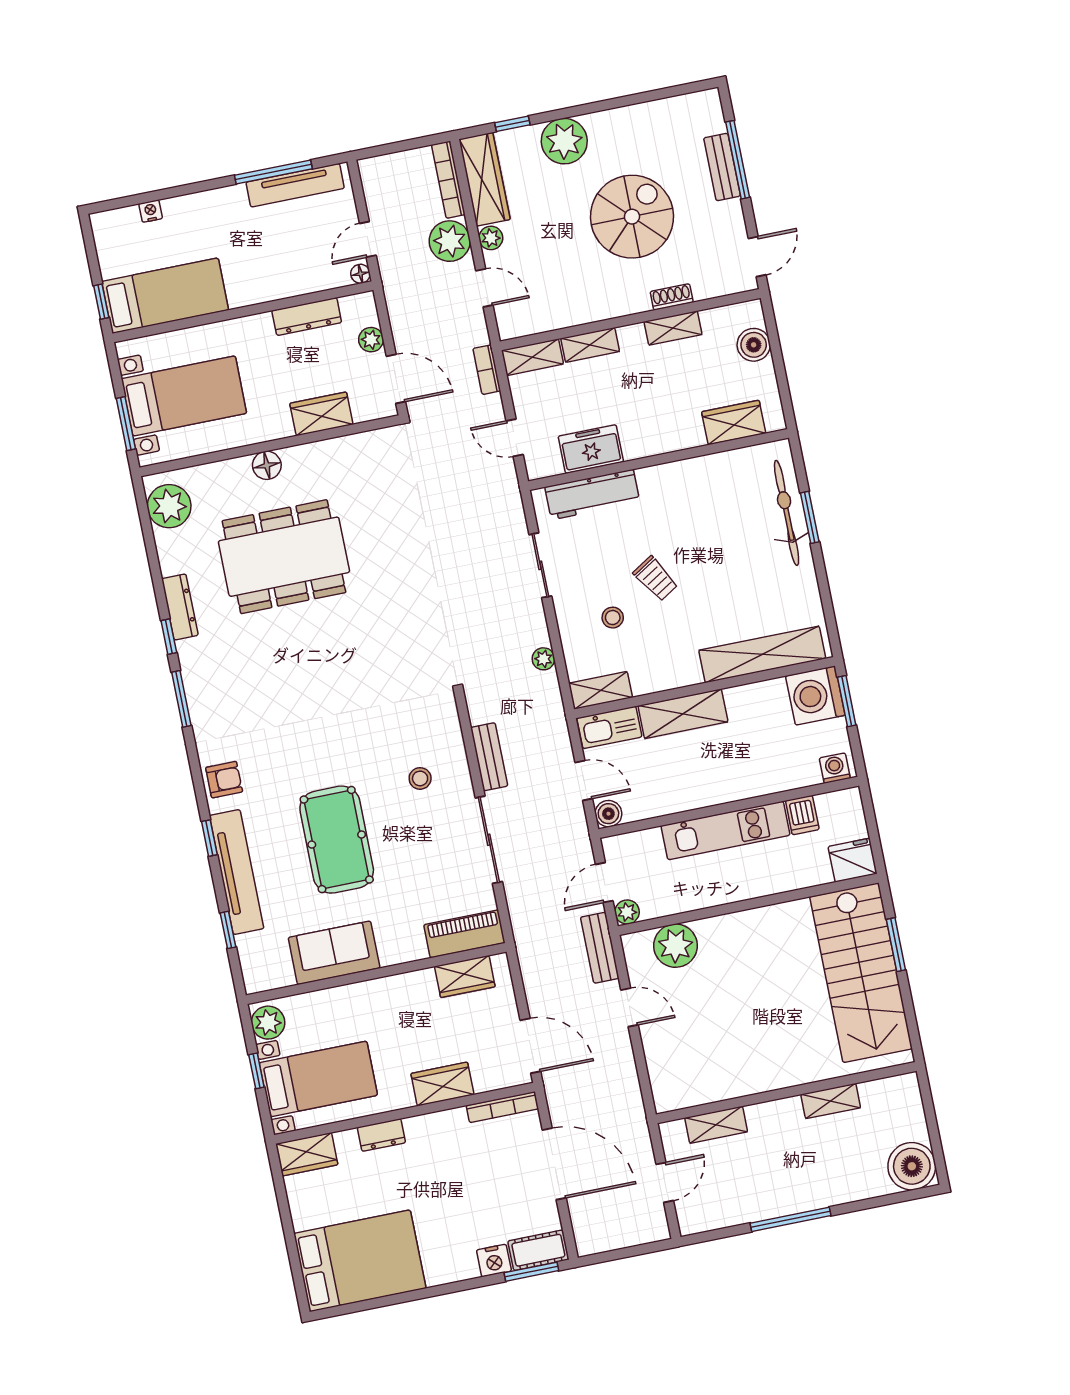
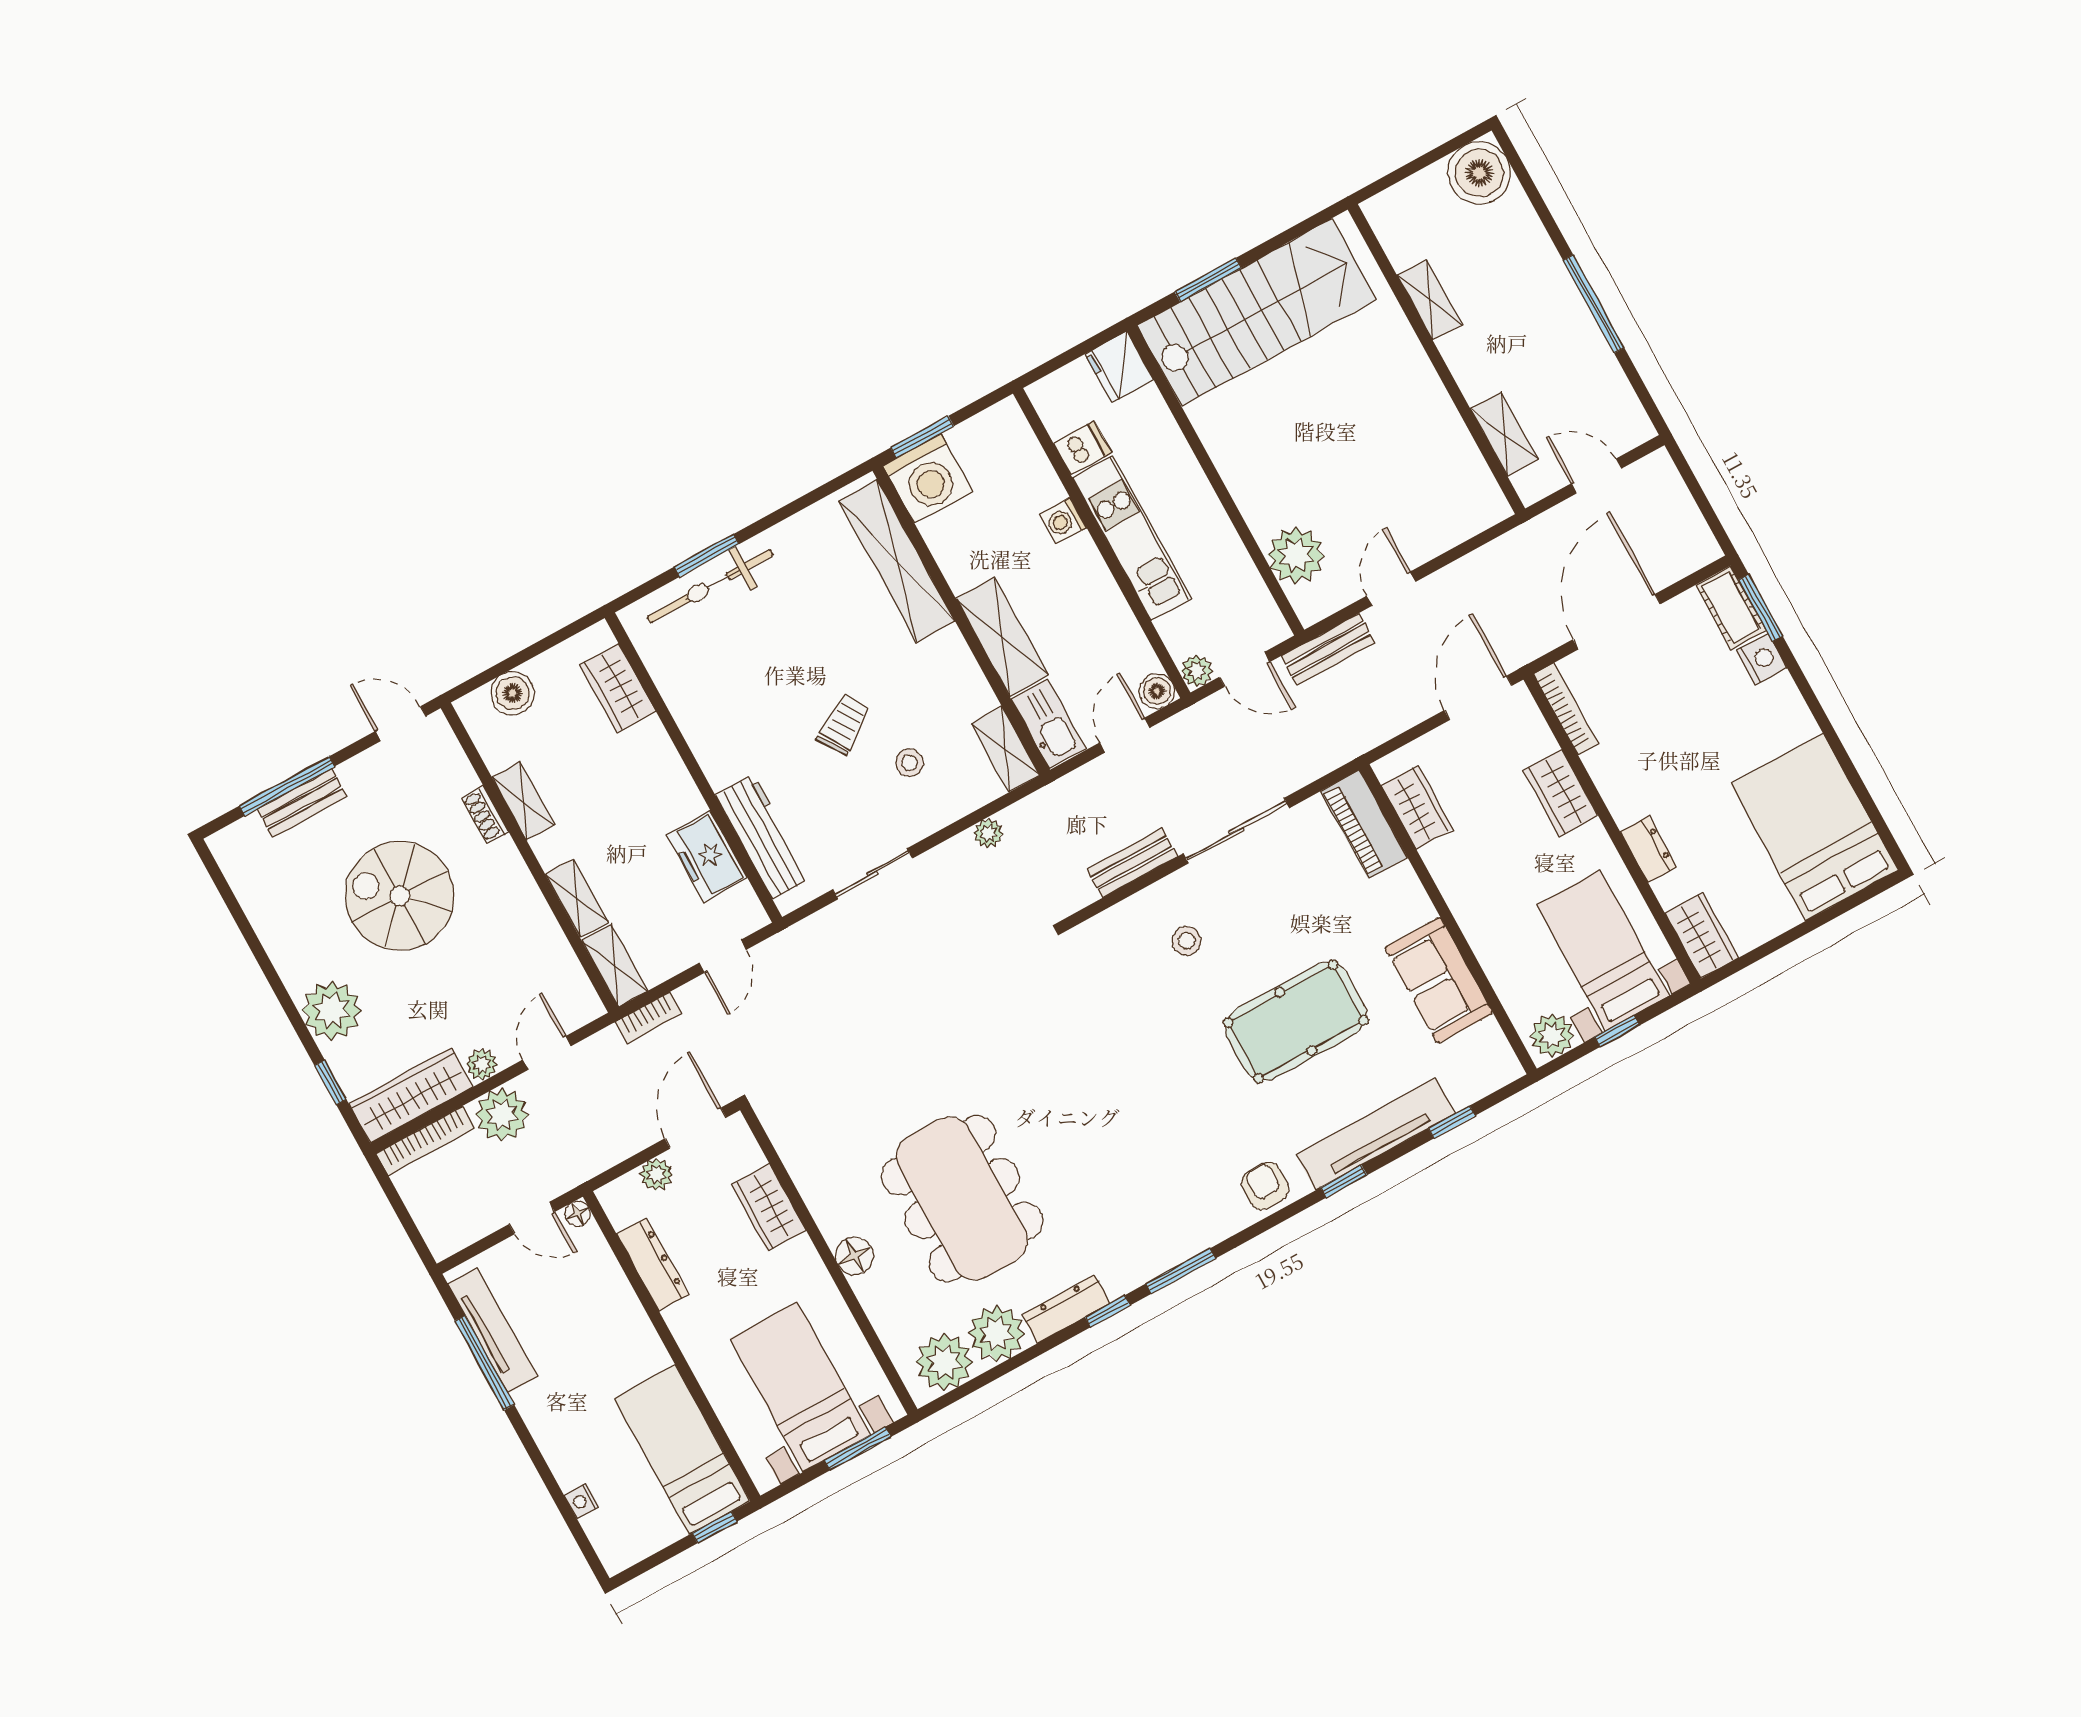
plant: (178, 551) -> (997, 1334), added
washing machine: (835, 768) -> (1063, 521), moved
plant: (627, 912) -> (1197, 671), moved

